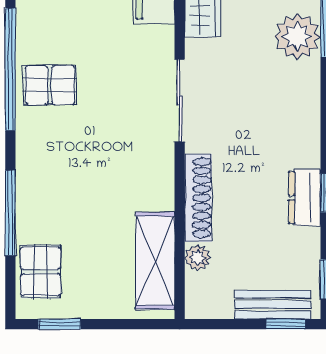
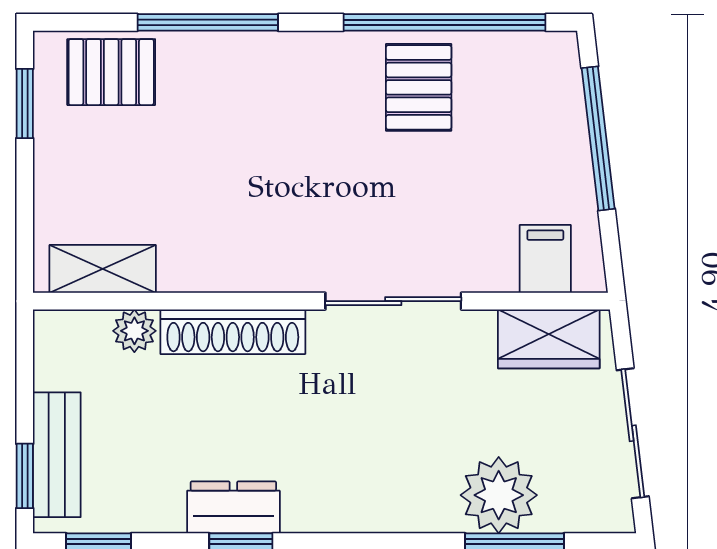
shelving: (155, 261) -> (103, 269), width x0.67, depth x0.75

